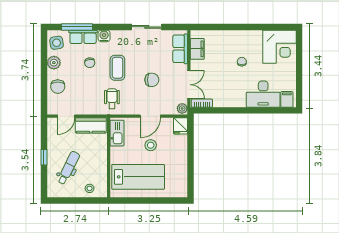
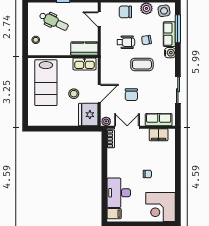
double door: (189, 85) -> (127, 127), swing flipped
wheelchair: (112, 99) -> (126, 42), moved
door: (150, 116) -> (99, 93), swing flipped
kitchen counter: (91, 125) -> (84, 49), moved, turned 90
fridge: (180, 126) -> (88, 115), width x1.88, depth x1.34

